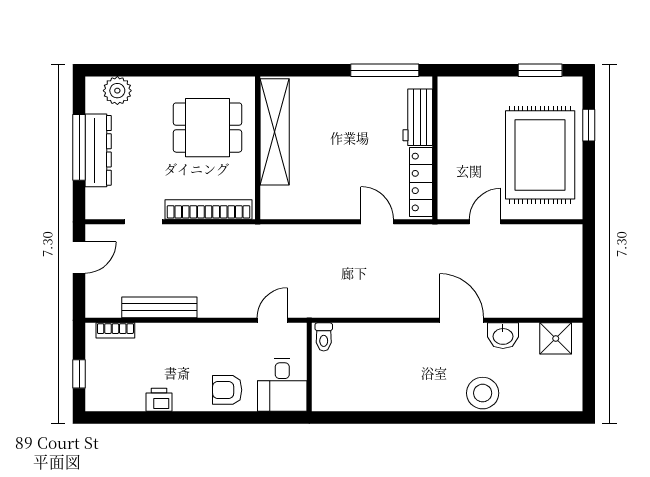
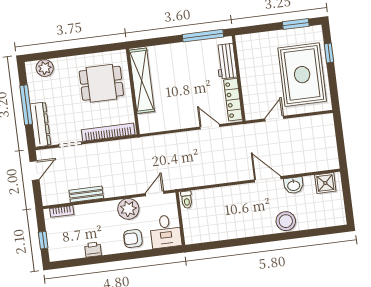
dresser: (98, 150) -> (40, 125), moved
bench: (159, 307) -> (86, 194), width x0.73
plant: (226, 340) -> (128, 209), added

